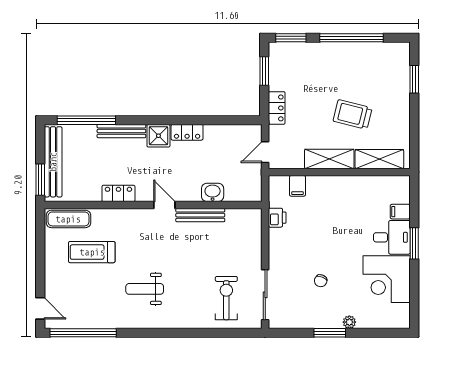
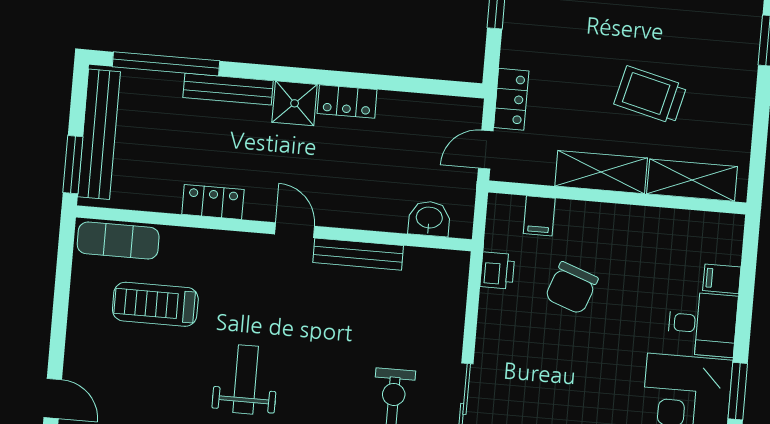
locker: (277, 108) -> (511, 99), moved
washbasin: (213, 192) -> (429, 219), moved
window: (414, 243) -> (738, 391), moved
chair: (321, 281) -> (572, 288), moved, width x1.87, depth x1.87
weight bench: (145, 289) -> (246, 379), turned 90

